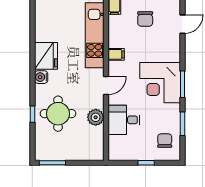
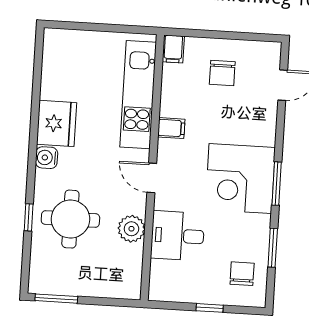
door: (106, 86) -> (152, 178), swing flipped

